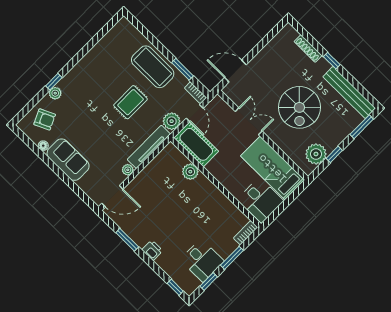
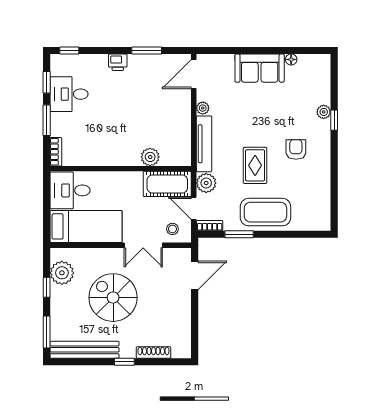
stool: (221, 113) -> (172, 229), added
armchair: (45, 119) -> (296, 150), moved, turned 115

